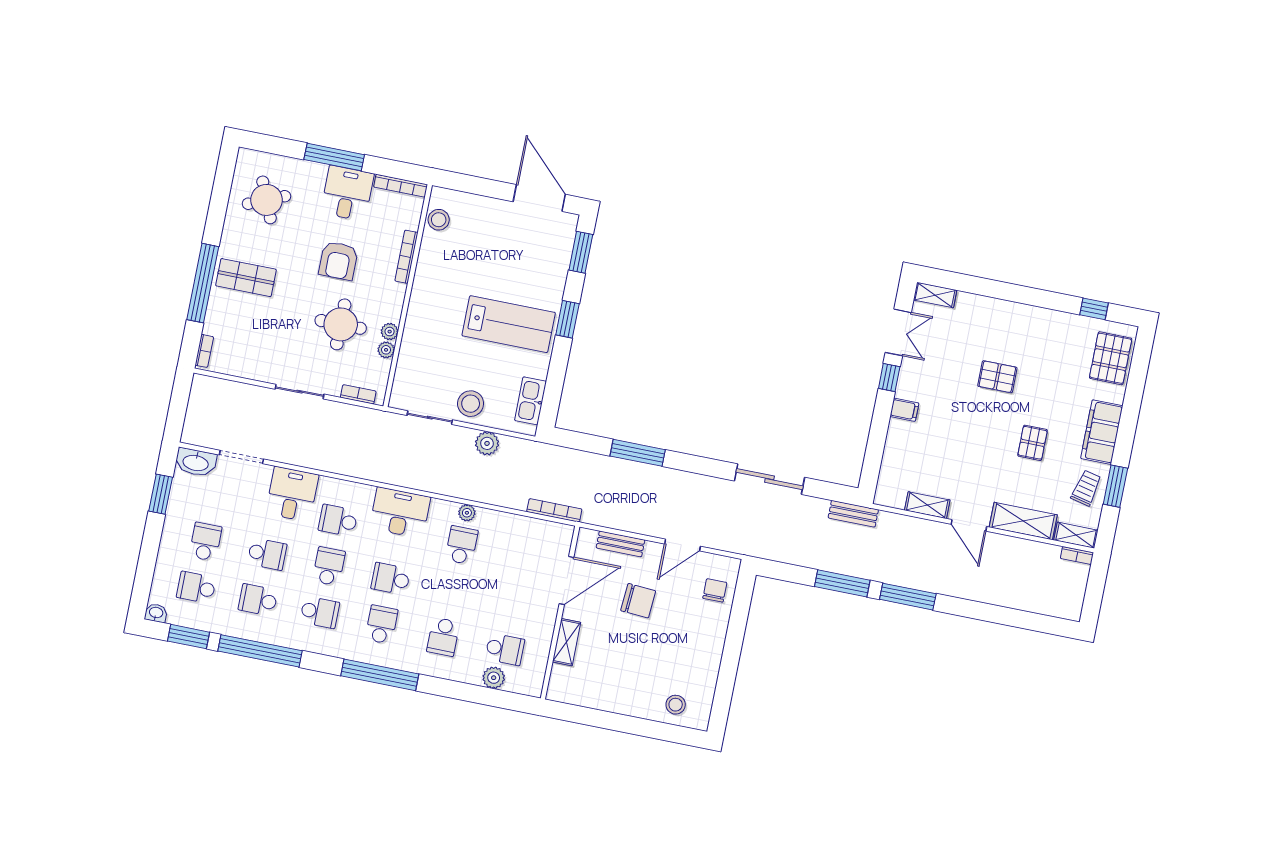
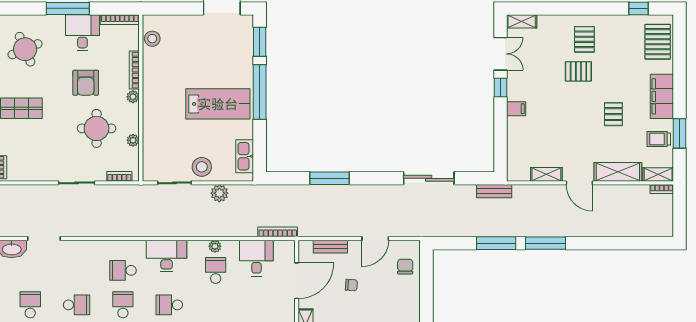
window: (567, 319) -> (260, 92), width x2.11
plant: (390, 332) -> (133, 97), moved
pallet: (1014, 336) -> (584, 39), added
trolley: (1086, 488) -> (659, 139), turned -103
desk: (292, 494) -> (256, 258), moved
chair: (638, 601) -> (351, 285), width x0.54, depth x0.54

